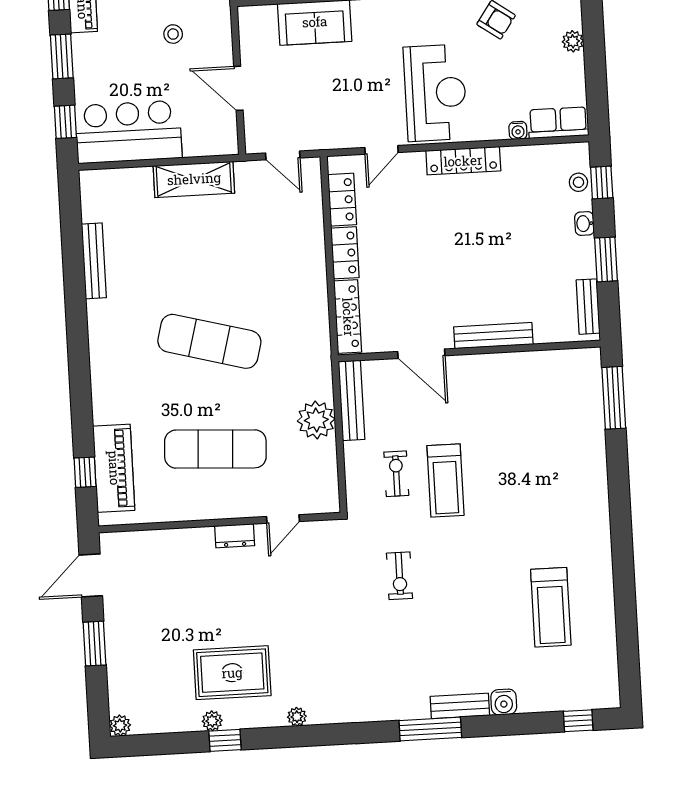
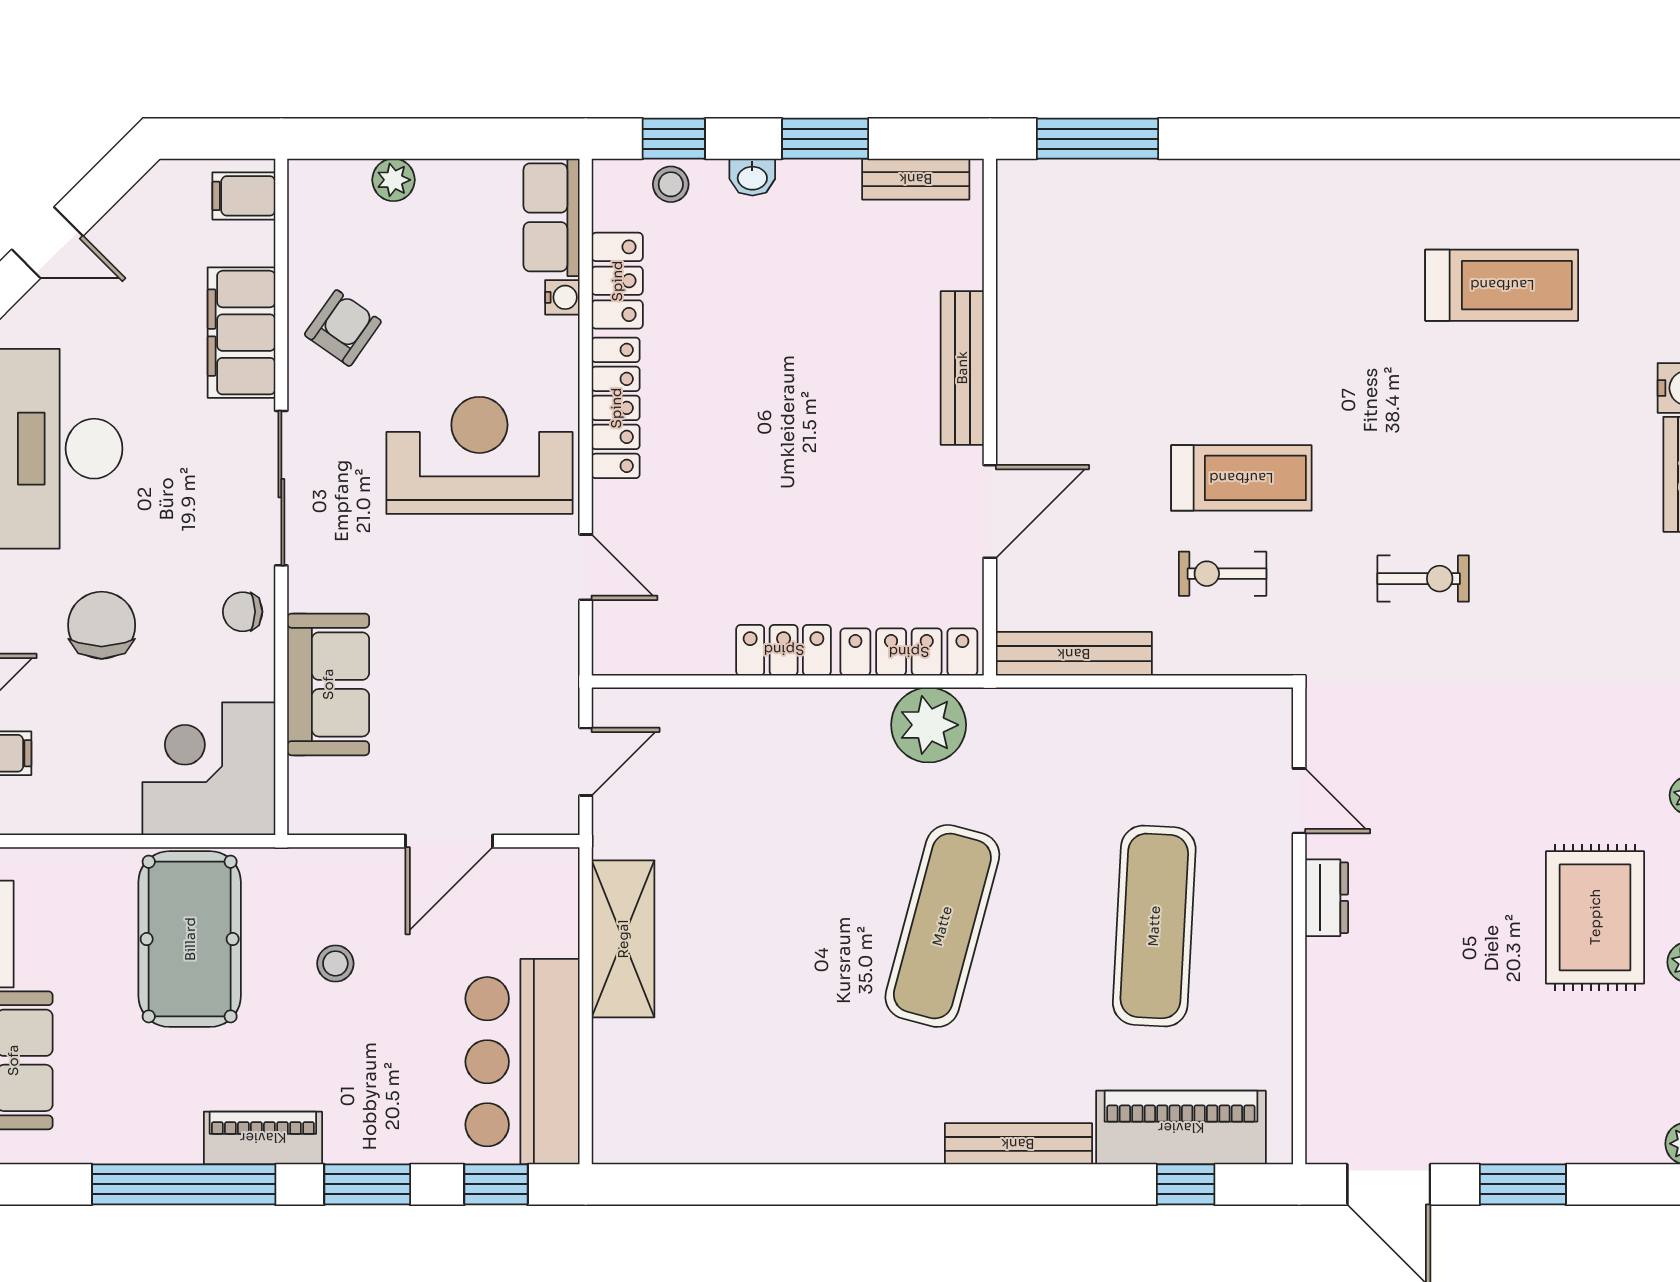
locker: (342, 200) -> (617, 281), moved, turned 90
bench: (94, 261) -> (1018, 1144), moved
plant: (316, 420) -> (929, 725), moved

